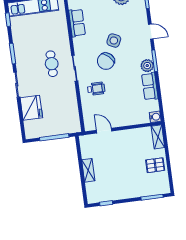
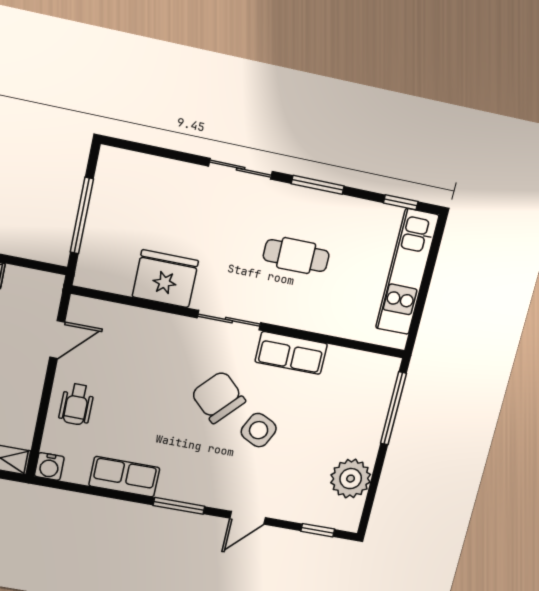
row of seats: (77, 23) -> (291, 353), moved
cafe table: (52, 64) -> (296, 256), moved
plant: (147, 66) -> (174, 486), removed
wheelchair: (96, 89) -> (76, 404), moved
fridge: (31, 108) -> (165, 279), moved, turned 180

